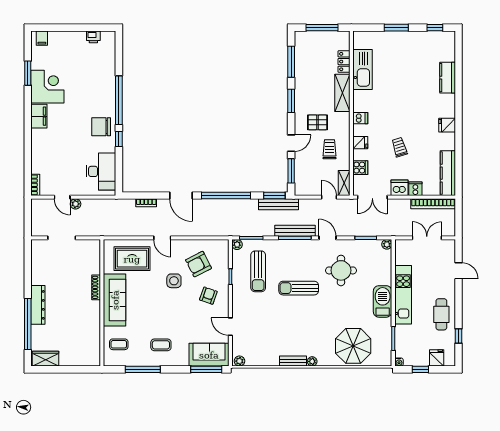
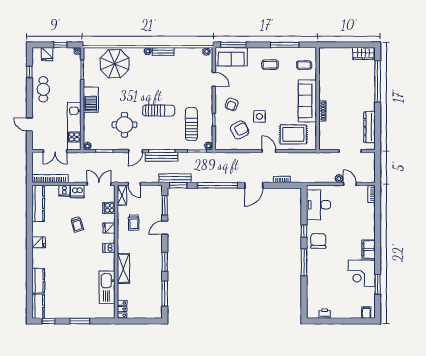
window: (322, 28) -> (140, 321), removed
kitchen counter: (448, 46) -> (38, 306), added
locker: (344, 62) -> (122, 309), moved
window: (119, 100) -> (304, 262), width x0.68
pallet: (318, 122) -> (143, 244), removed
chair: (101, 127) -> (318, 241), turned -90
door: (181, 196) -> (254, 185), swing flipped
door: (327, 238) -> (135, 151), hinge flipped
kitchen unit: (403, 295) -> (74, 126), moved
dresser: (38, 305) -> (369, 127), moved

